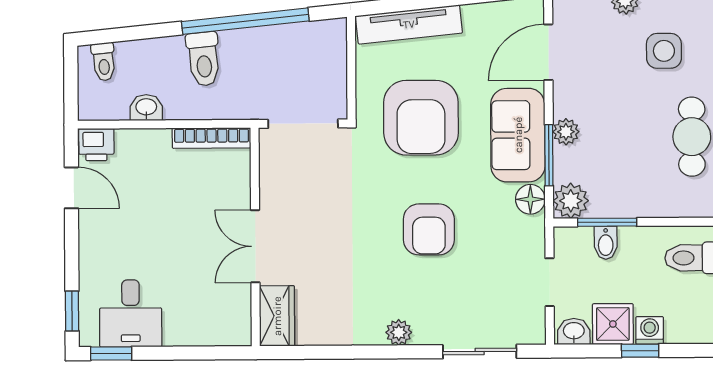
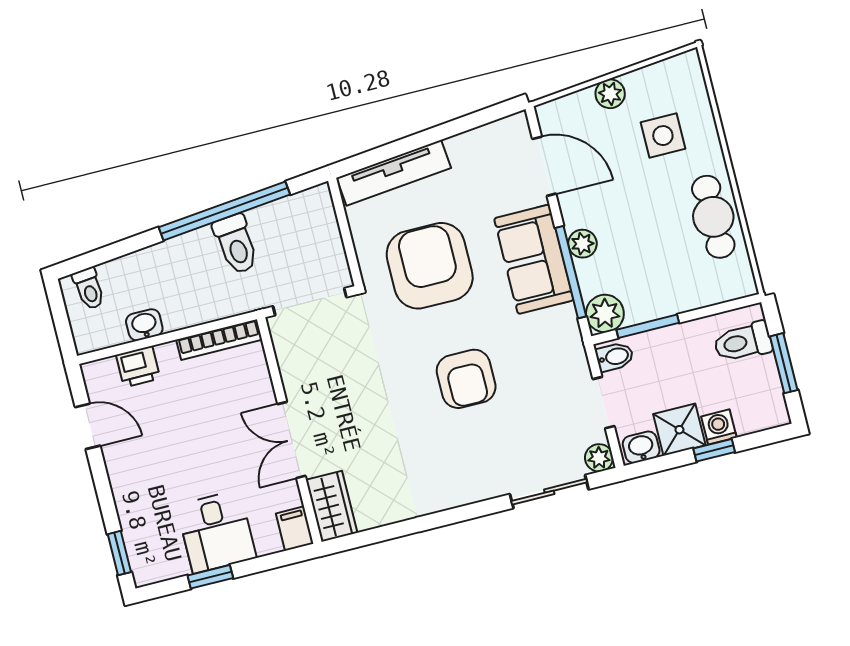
door: (548, 52) -> (544, 166), swing flipped
toilet: (204, 59) -> (236, 244), moved
armchair: (421, 118) -> (430, 266), turned 180
printer: (96, 145) -> (138, 367), moved
window: (549, 155) -> (571, 272), width x1.44
floor lamp: (530, 199) -> (563, 322), removed
bidet: (606, 243) -> (615, 357), moved, turned -90
desk: (131, 313) -> (216, 532), moved
filing cabinet: (238, 328) -> (295, 529), added
plant: (399, 332) -> (599, 458), moved
window: (111, 353) -> (210, 577), moved

